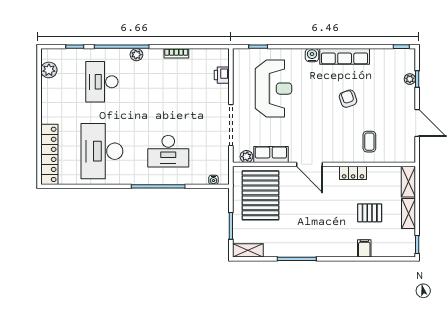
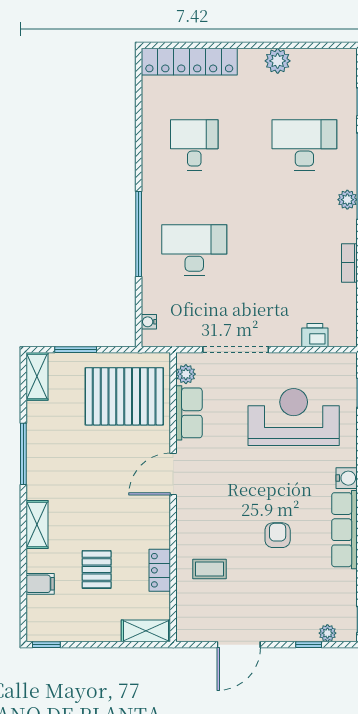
plant: (49, 70) -> (278, 61), moved
plant: (410, 79) -> (327, 633), moved
reception desk: (273, 89) -> (294, 417), turned 180
armchair: (348, 99) -> (278, 535), turned -71
desk: (102, 151) -> (194, 145), width x0.53, depth x0.77
desk: (168, 151) -> (194, 250), turned 90
locker: (353, 173) -> (160, 570), moved
shelving: (408, 214) -> (37, 525), moved, turned 90
filing cabinet: (364, 248) -> (40, 584), moved

